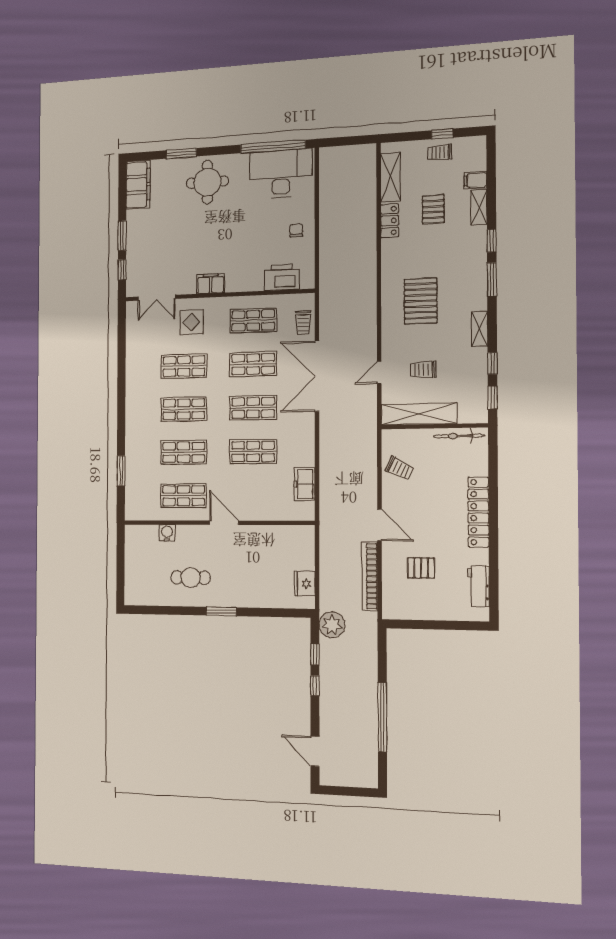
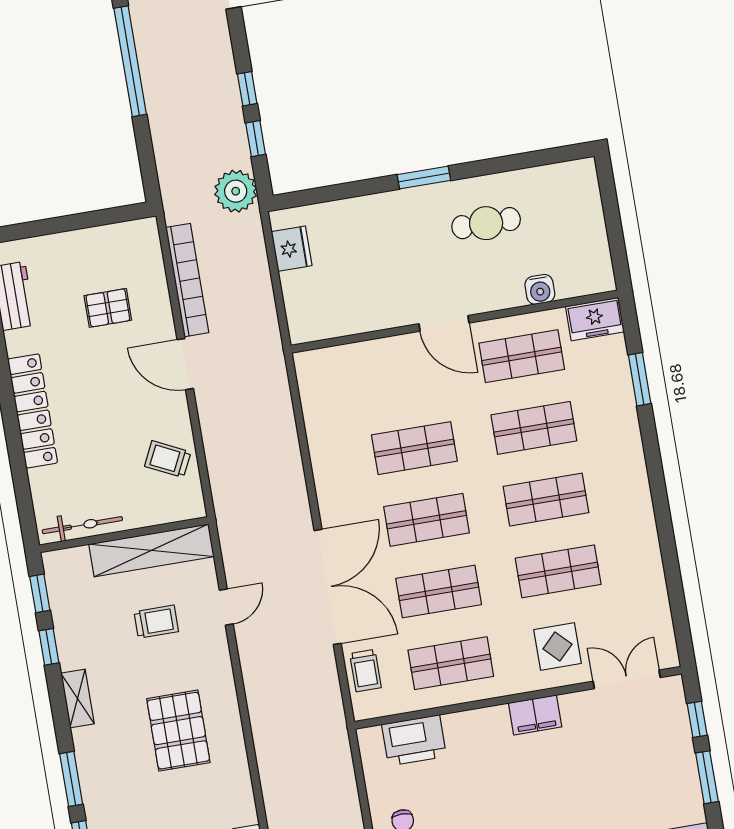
trolley: (303, 323) -> (365, 671), turned 180
freezer: (305, 484) -> (595, 319), moved, turned 90

